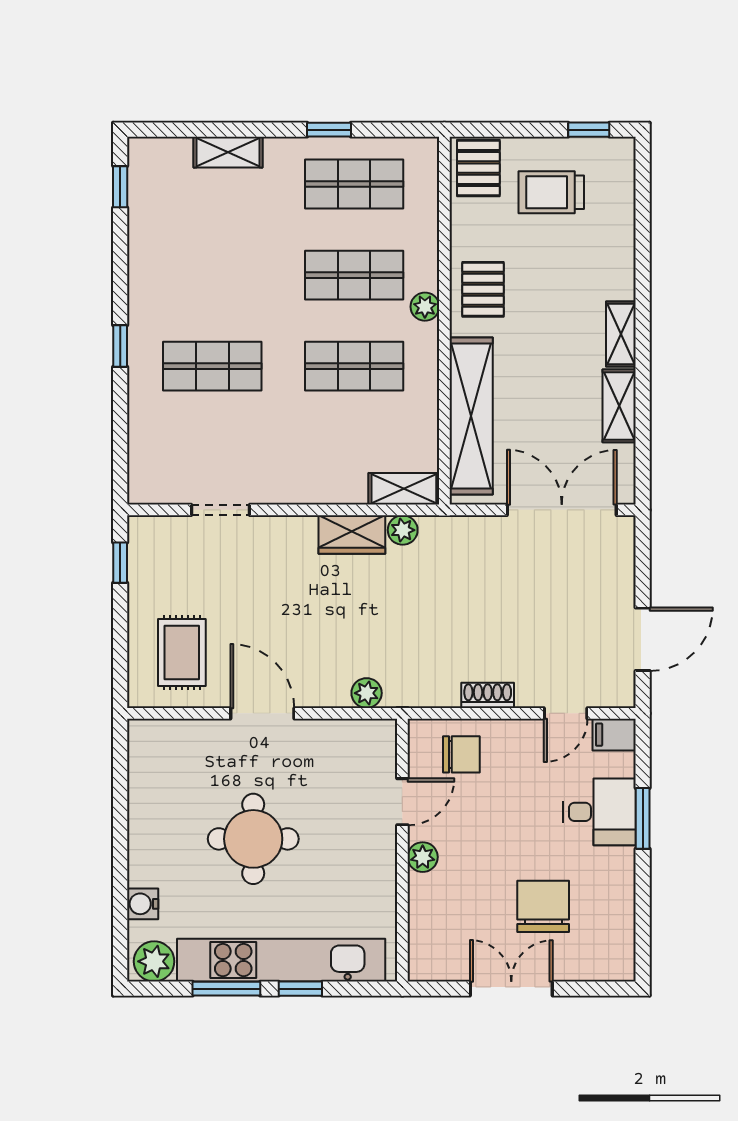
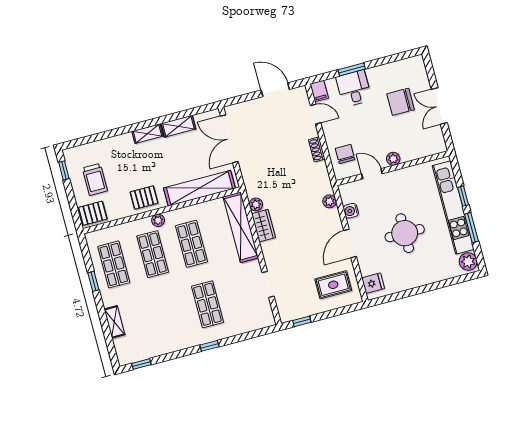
shelving: (404, 489) -> (241, 227), width x2.20, depth x1.33
fridge: (162, 741) -> (373, 283), added
water cooler: (143, 904) -> (351, 211), moved, turned 90

